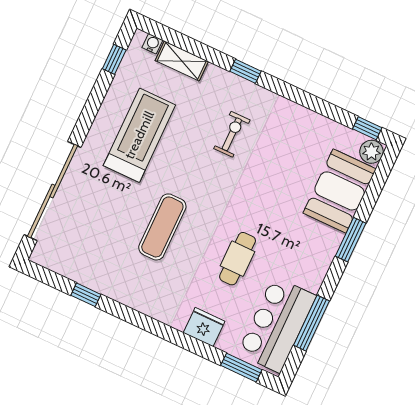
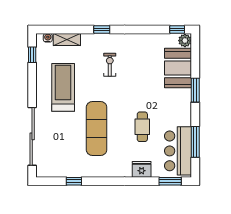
exercise mat: (162, 227) -> (97, 129), width x1.36, depth x1.45

